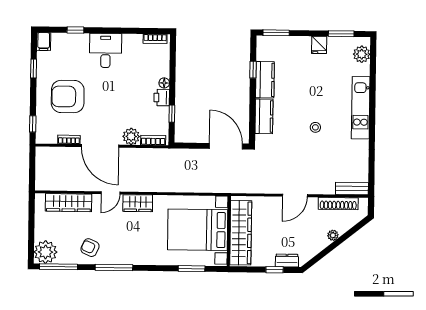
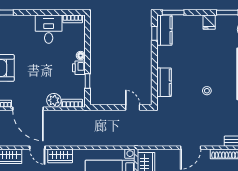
desk: (106, 50) -> (49, 29), moved
window: (253, 70) -> (154, 33), moved
kitchen counter: (265, 80) -> (164, 30), moved
door: (226, 146) -> (133, 107), width x0.53
door: (110, 193) -> (37, 148), hinge flipped

